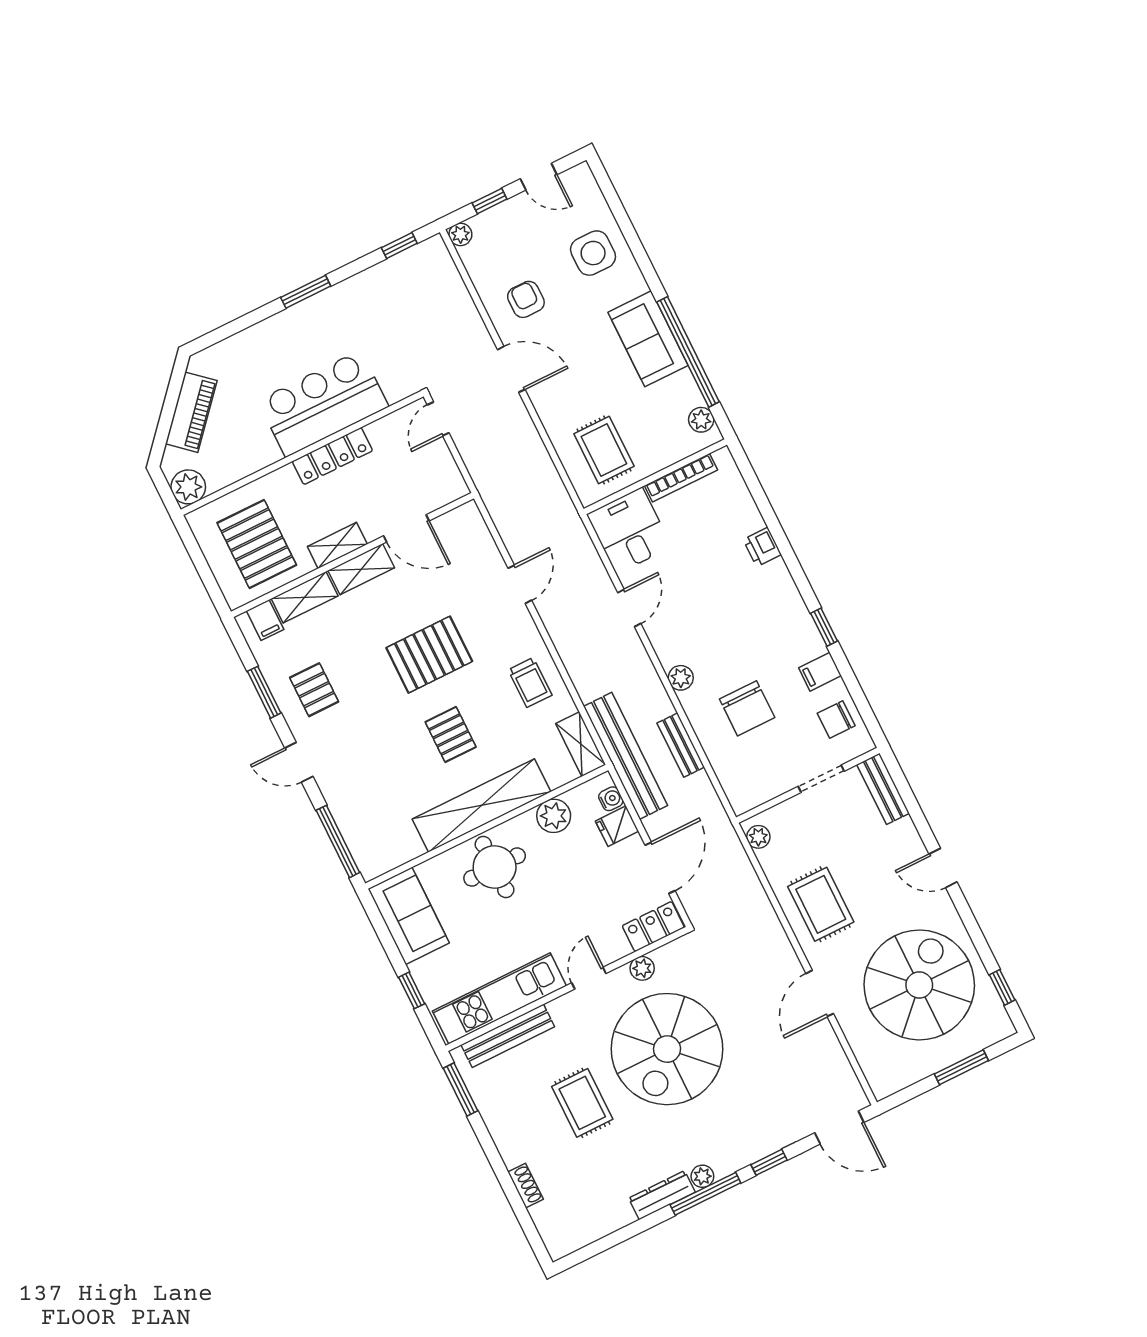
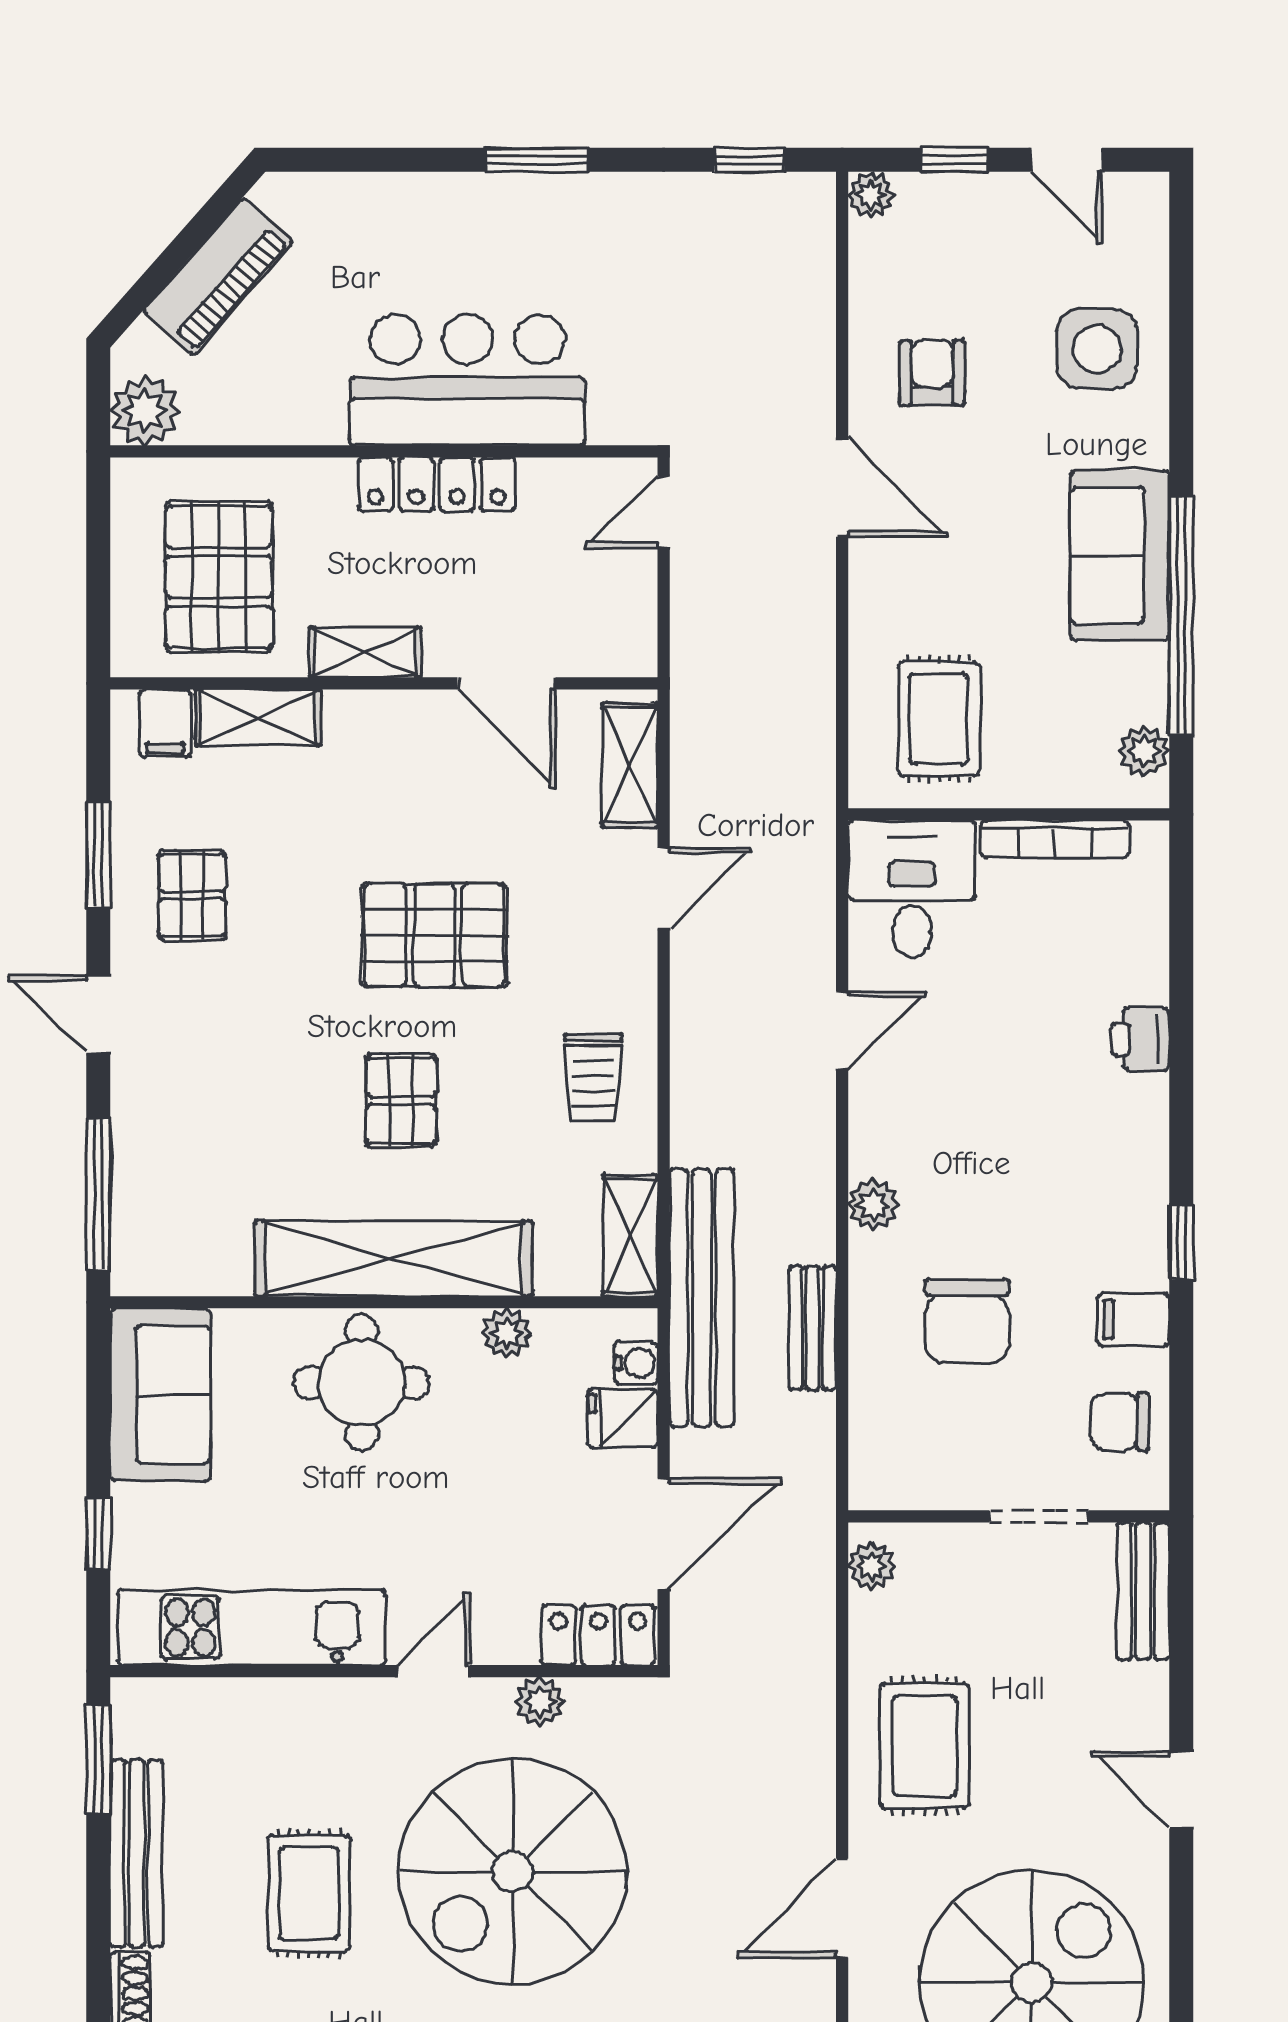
shelving: (361, 569) -> (630, 765), moved, turned 90
plant: (554, 816) -> (507, 1333), width x0.73, depth x0.73
bench: (508, 1036) -> (137, 1853), moved, turned 90

